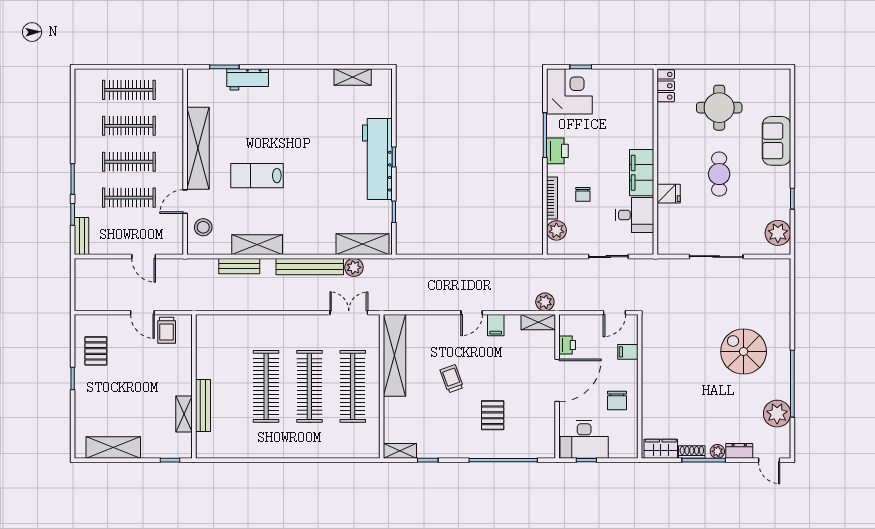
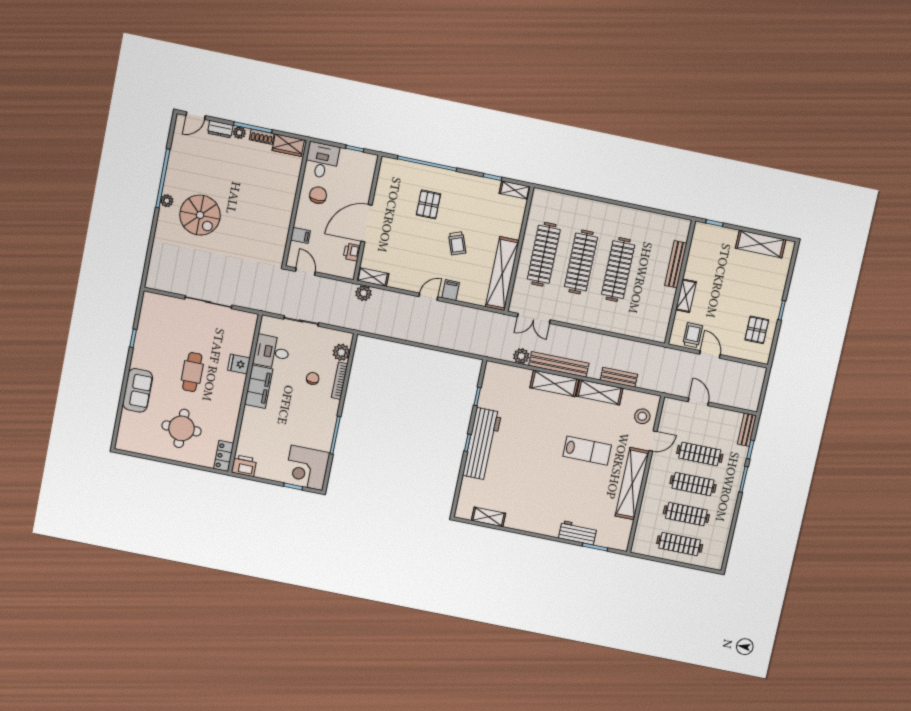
printer: (557, 151) -> (244, 466), moved, turned 90
plant: (778, 233) -> (151, 311), removed
shelving: (362, 244) -> (554, 383), moved
door: (614, 313) -> (305, 272), hinge flipped
filing cabinet: (496, 325) -> (451, 290), moved
shelving: (184, 414) -> (686, 296), moved
plant: (777, 414) -> (167, 201), moved, width x0.53, depth x0.53
desk: (584, 439) -> (322, 160), moved, width x0.73
door: (769, 460) -> (196, 116), swing flipped

